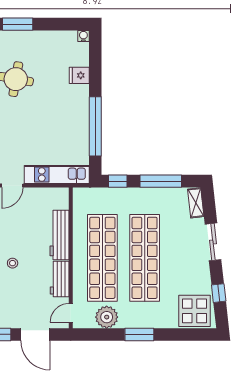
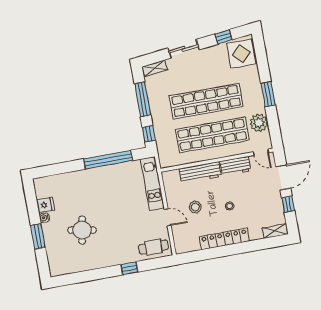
water cooler: (83, 36) -> (44, 218), moved
fridge: (79, 75) -> (45, 205), moved, turned -90
stool: (19, 221) -> (195, 207), added

